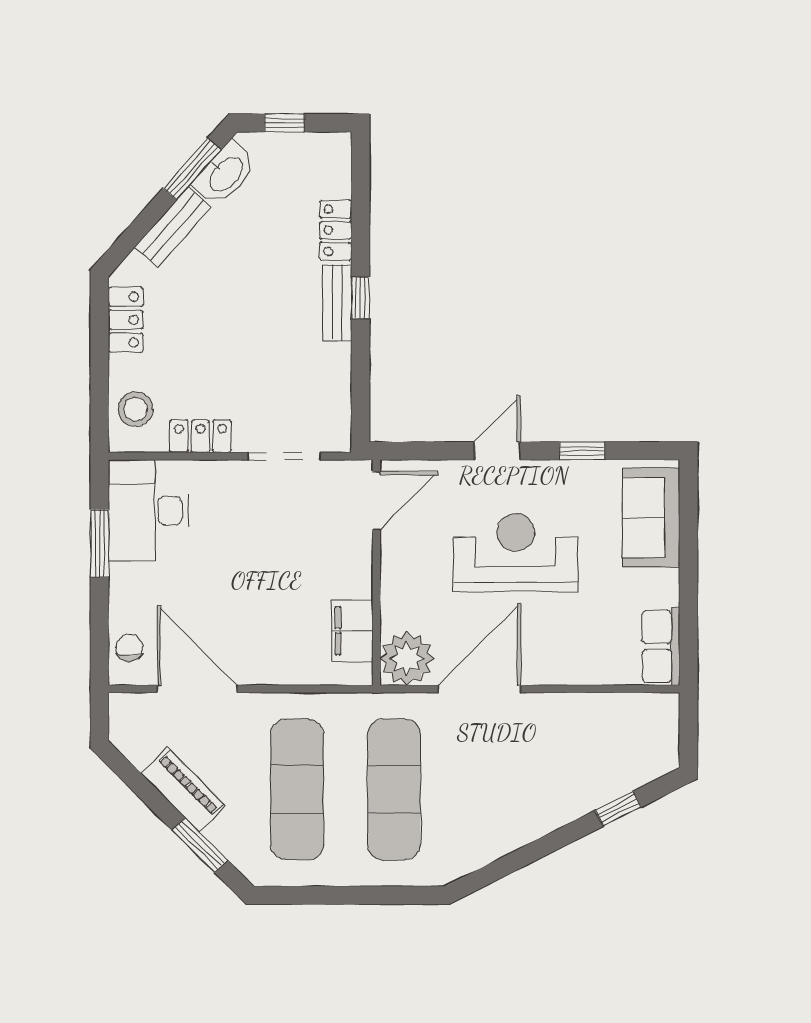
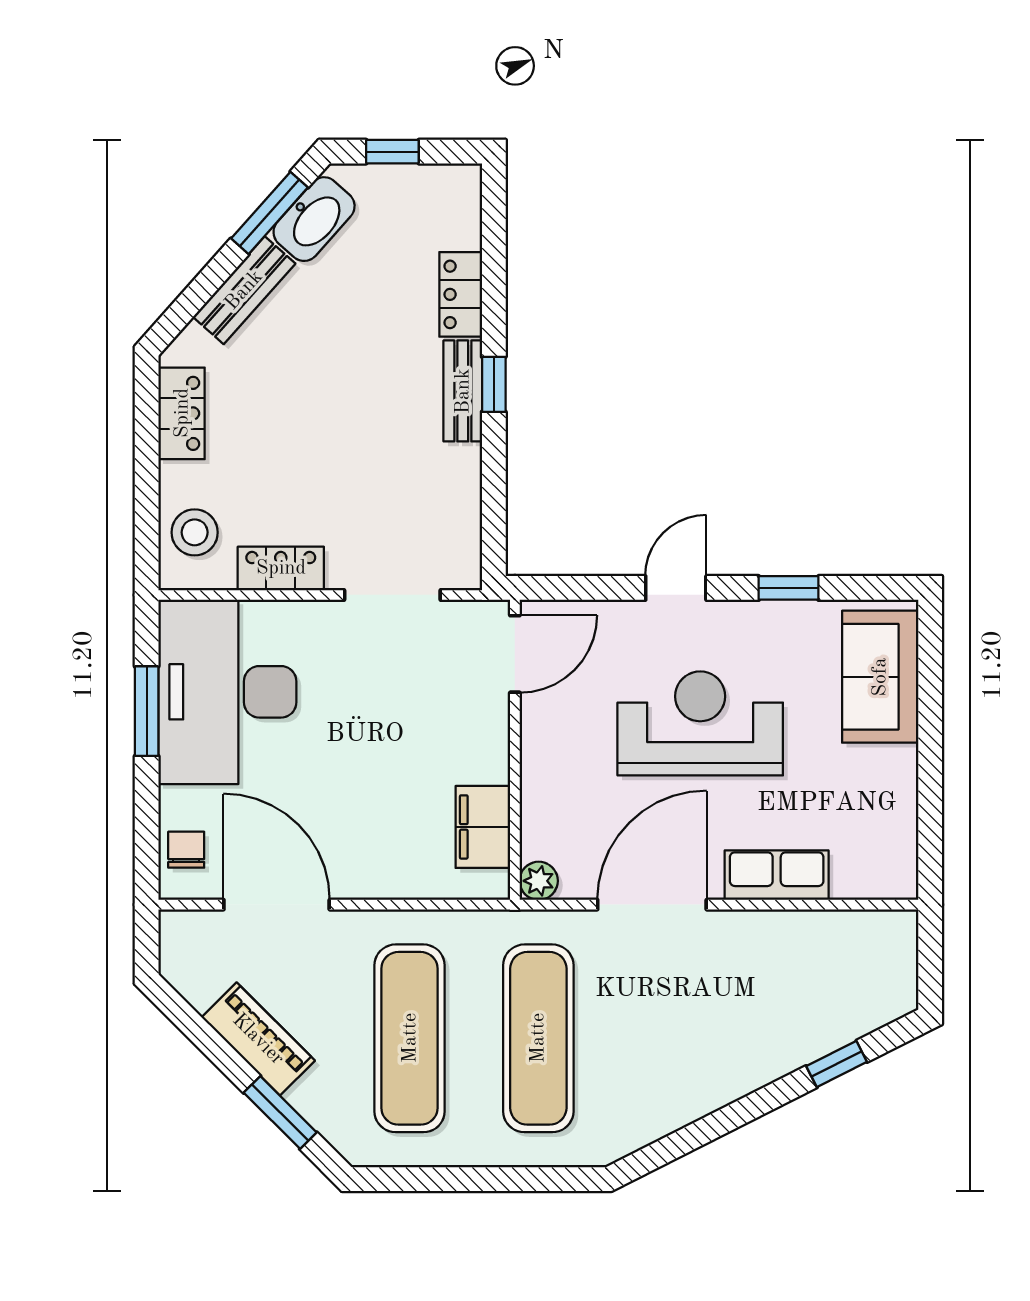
desk: (148, 510) -> (227, 692), width x1.36, depth x1.30
row of seats: (661, 646) -> (777, 875), moved, turned 90
plant: (407, 658) -> (539, 881), width x0.53, depth x0.53

